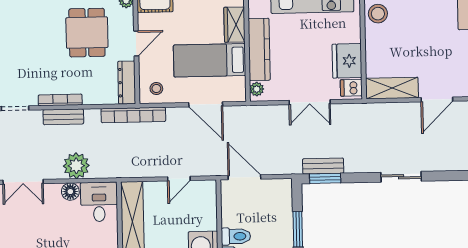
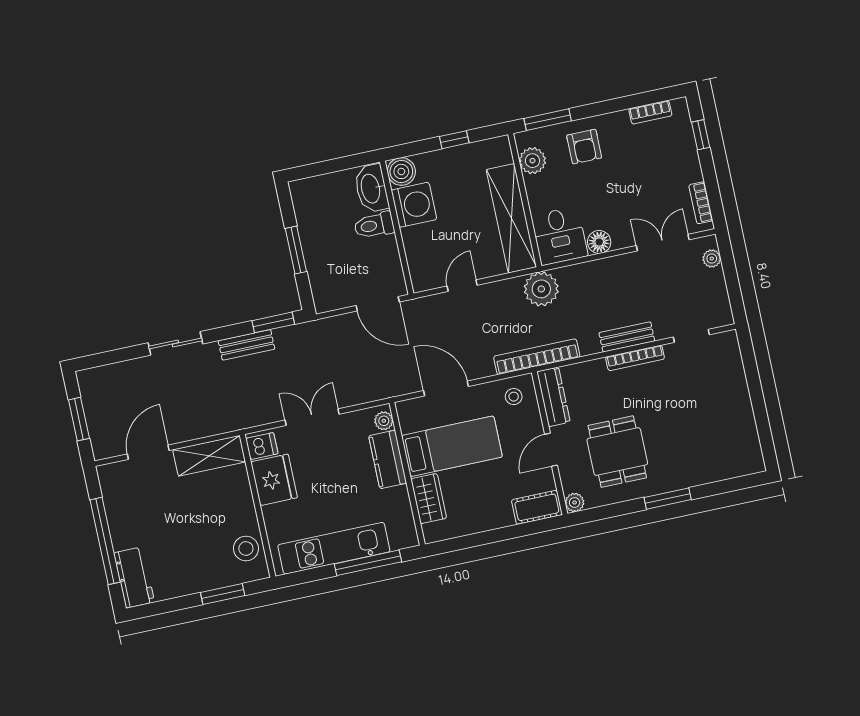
kitchen counter: (259, 49) -> (388, 459), width x0.67
plant: (76, 166) -> (541, 289), moved
bench: (323, 166) -> (246, 345), moved

